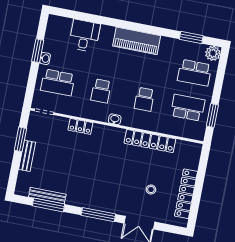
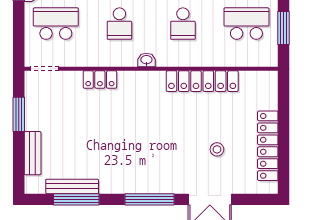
school desk: (58, 82) -> (56, 24), turned 180
bench: (27, 156) -> (33, 153), moved

